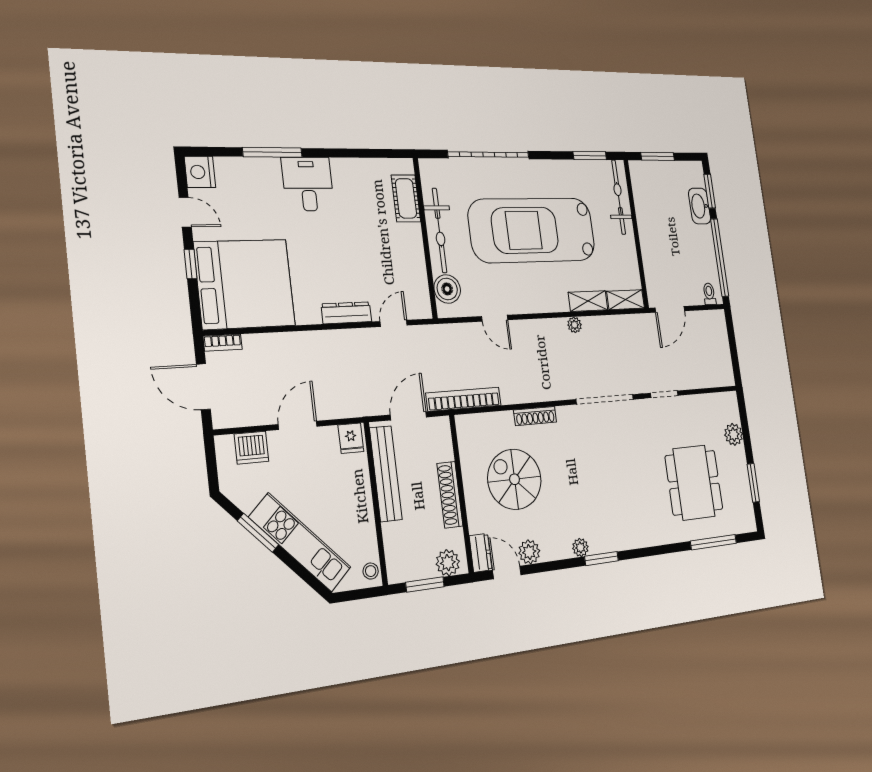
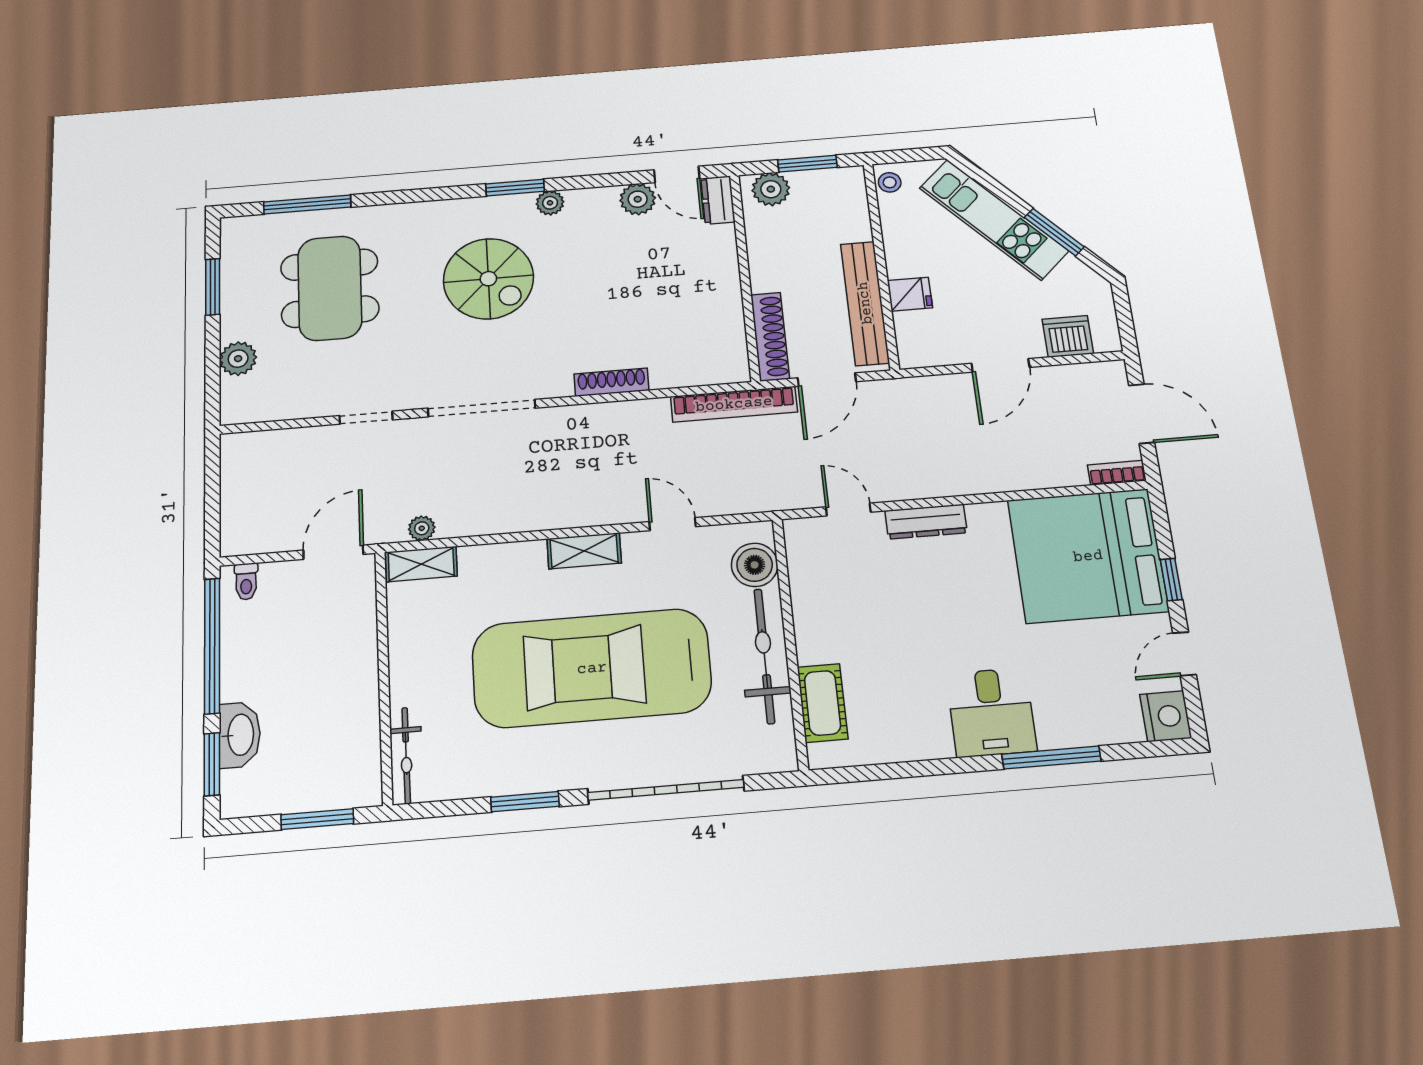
window: (590, 156) -> (525, 802), moved
bicycle: (619, 197) -> (406, 756), width x0.73, depth x0.71
door: (185, 212) -> (1184, 654), hinge flipped
car: (532, 230) -> (592, 668), turned 180
shelving: (588, 301) -> (584, 551), moved
door: (394, 323) -> (848, 510), swing flipped
plant: (574, 325) -> (422, 528), moved
fridge: (351, 438) -> (910, 294), moved, turned 90
spiral stairs: (514, 479) -> (488, 279), moved
shoe rack: (450, 495) -> (770, 337), moved

